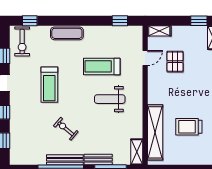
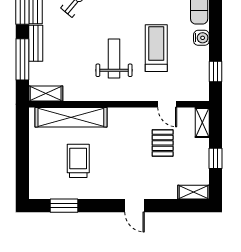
window: (199, 21) -> (215, 158), moved
water cooler: (94, 32) -> (201, 38), added
pallet: (175, 62) -> (163, 143), turned 90

